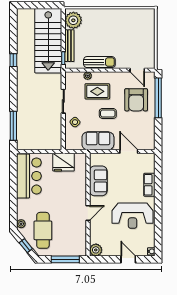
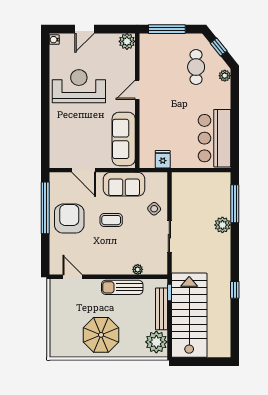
parasol: (116, 26) -> (101, 335), added
rug: (97, 91) -> (125, 249), removed
window: (158, 98) -> (45, 208), moved
armchair: (136, 100) -> (69, 219), moved
plant: (23, 110) -> (222, 225), added
fridge: (63, 162) -> (163, 159), width x0.53, depth x0.75
sofa: (98, 181) -> (124, 139), width x1.36
row of seats: (149, 185) -> (57, 127), removed
cafe table: (43, 230) -> (196, 67), width x0.73, depth x0.74
door: (128, 259) -> (84, 29), hinge flipped

